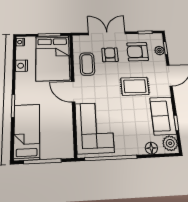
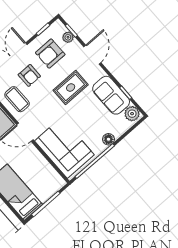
armchair: (110, 55) -> (29, 75), turned 180
floor lamp: (151, 148) -> (108, 139), moved

